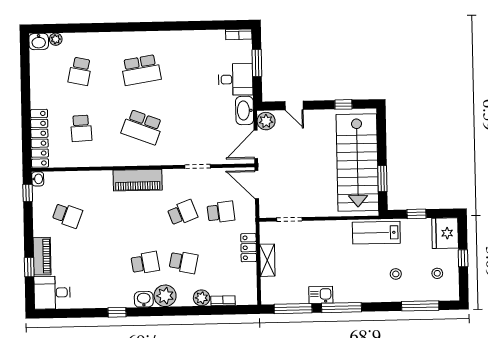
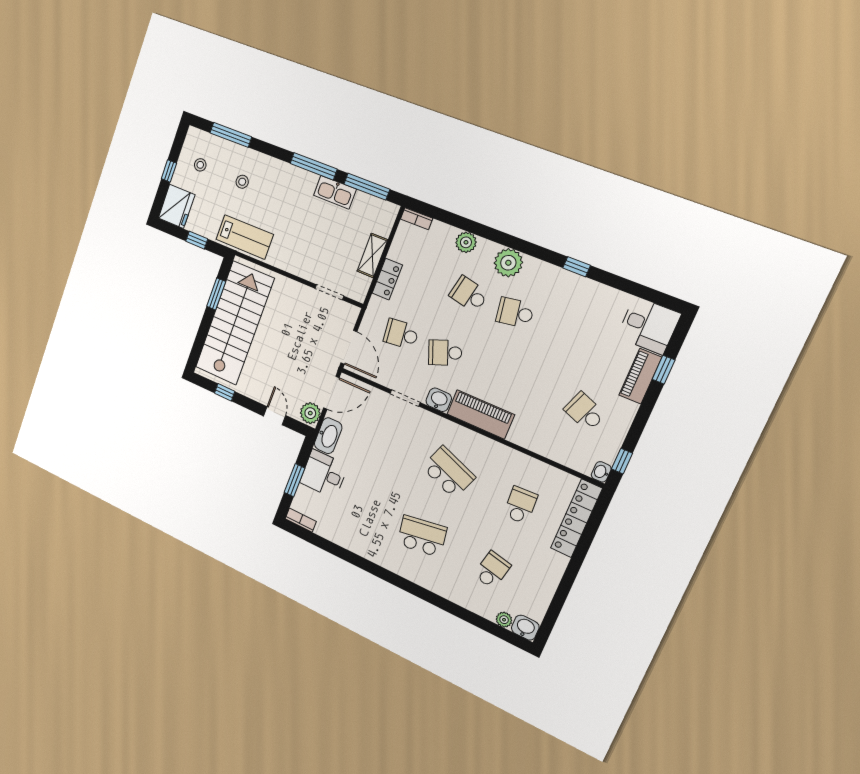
kitchen sink: (321, 295) -> (335, 192), width x1.38
washbasin: (144, 299) -> (439, 400), moved, turned 180
bookcase: (223, 301) -> (417, 219), moved

